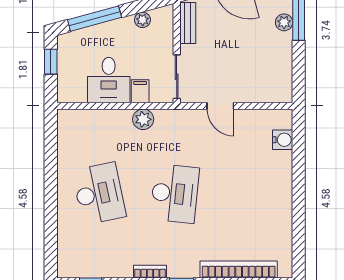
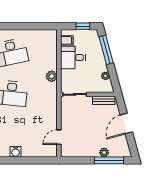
filing cabinet: (140, 91) -> (67, 40), moved
door: (220, 106) -> (59, 137), moved
water cooler: (283, 140) -> (16, 152), moved

